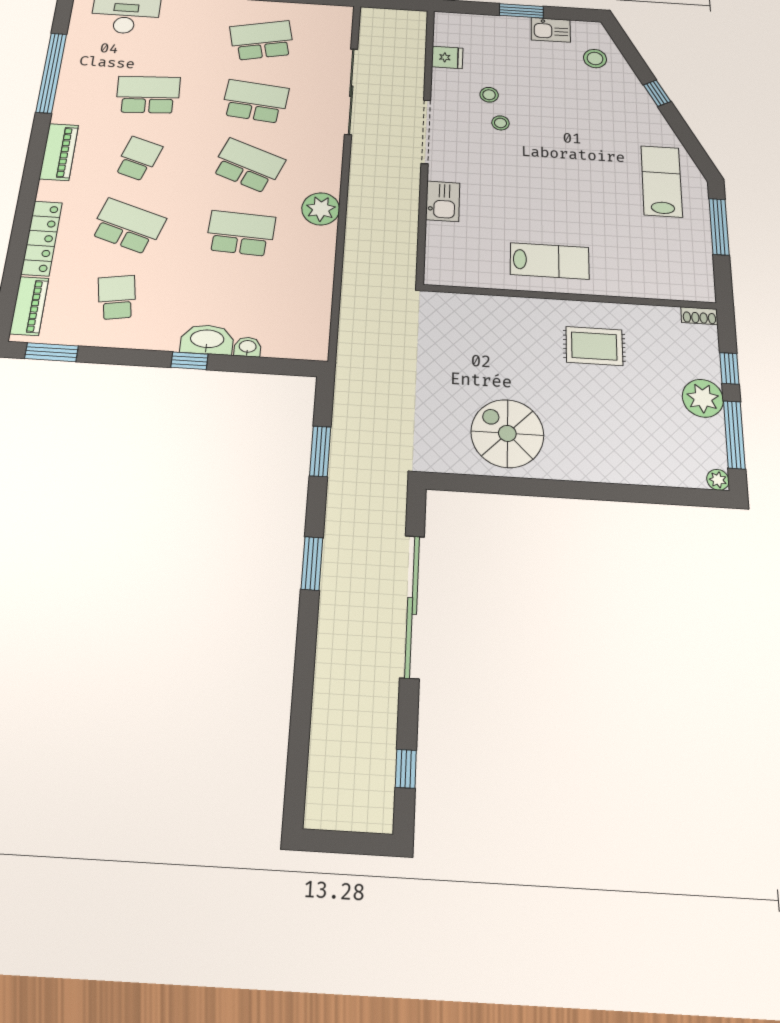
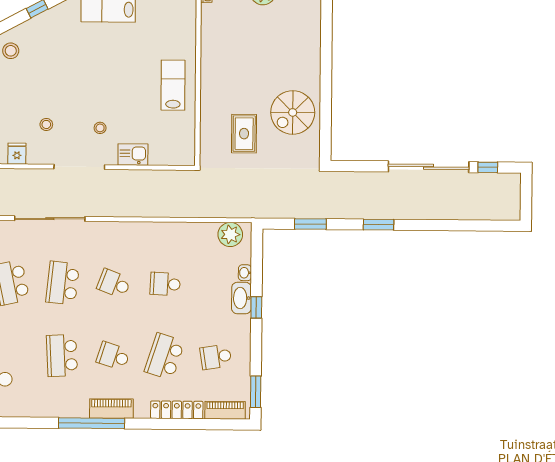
window: (51, 73) -> (92, 423), moved
stool: (500, 123) -> (100, 128), moved
school desk: (248, 166) -> (114, 283), width x0.54
plant: (321, 209) -> (230, 234), moved
school desk: (241, 233) -> (165, 284), width x0.54
rug: (594, 346) -> (244, 134), moved
sliding door: (412, 606) -> (429, 167), moved

